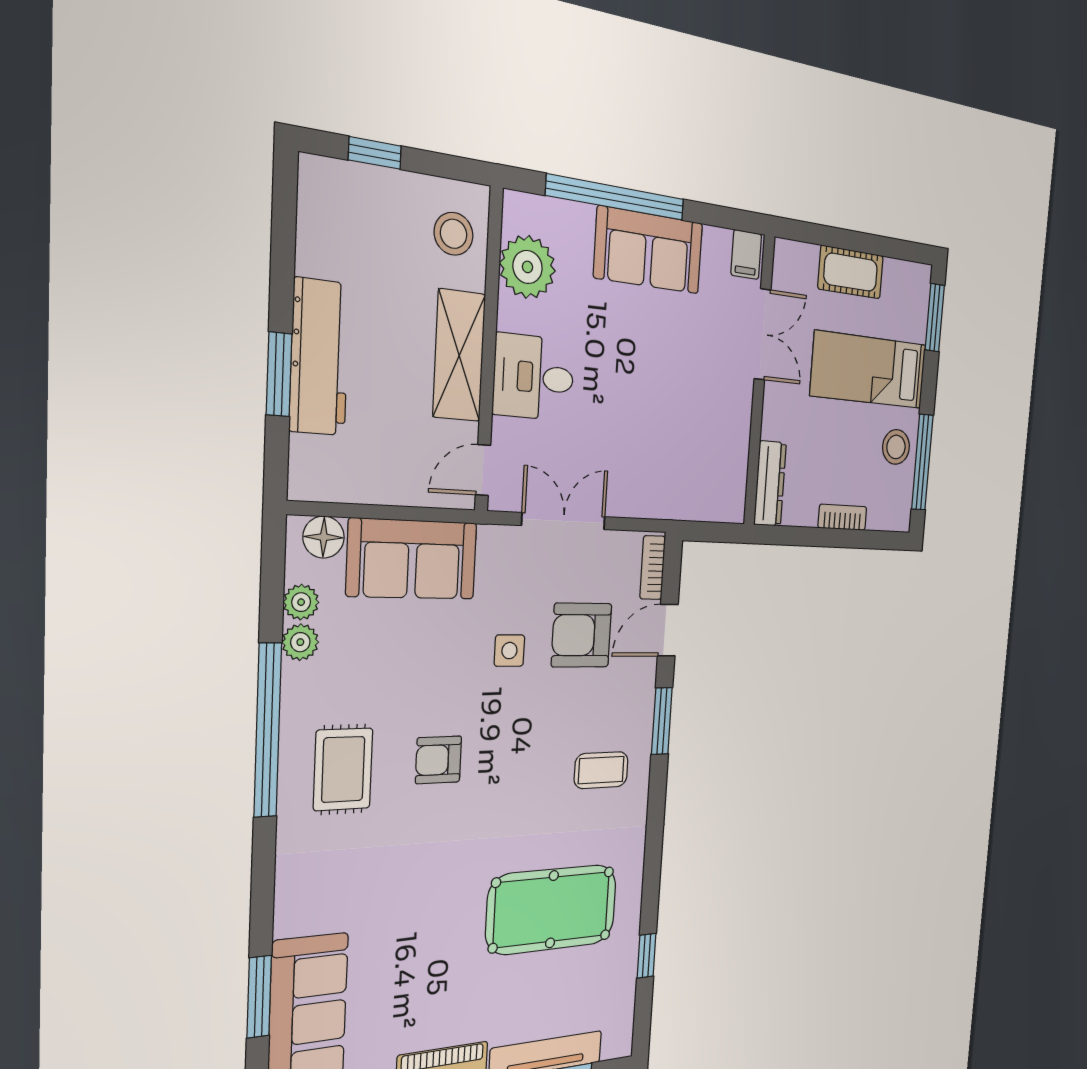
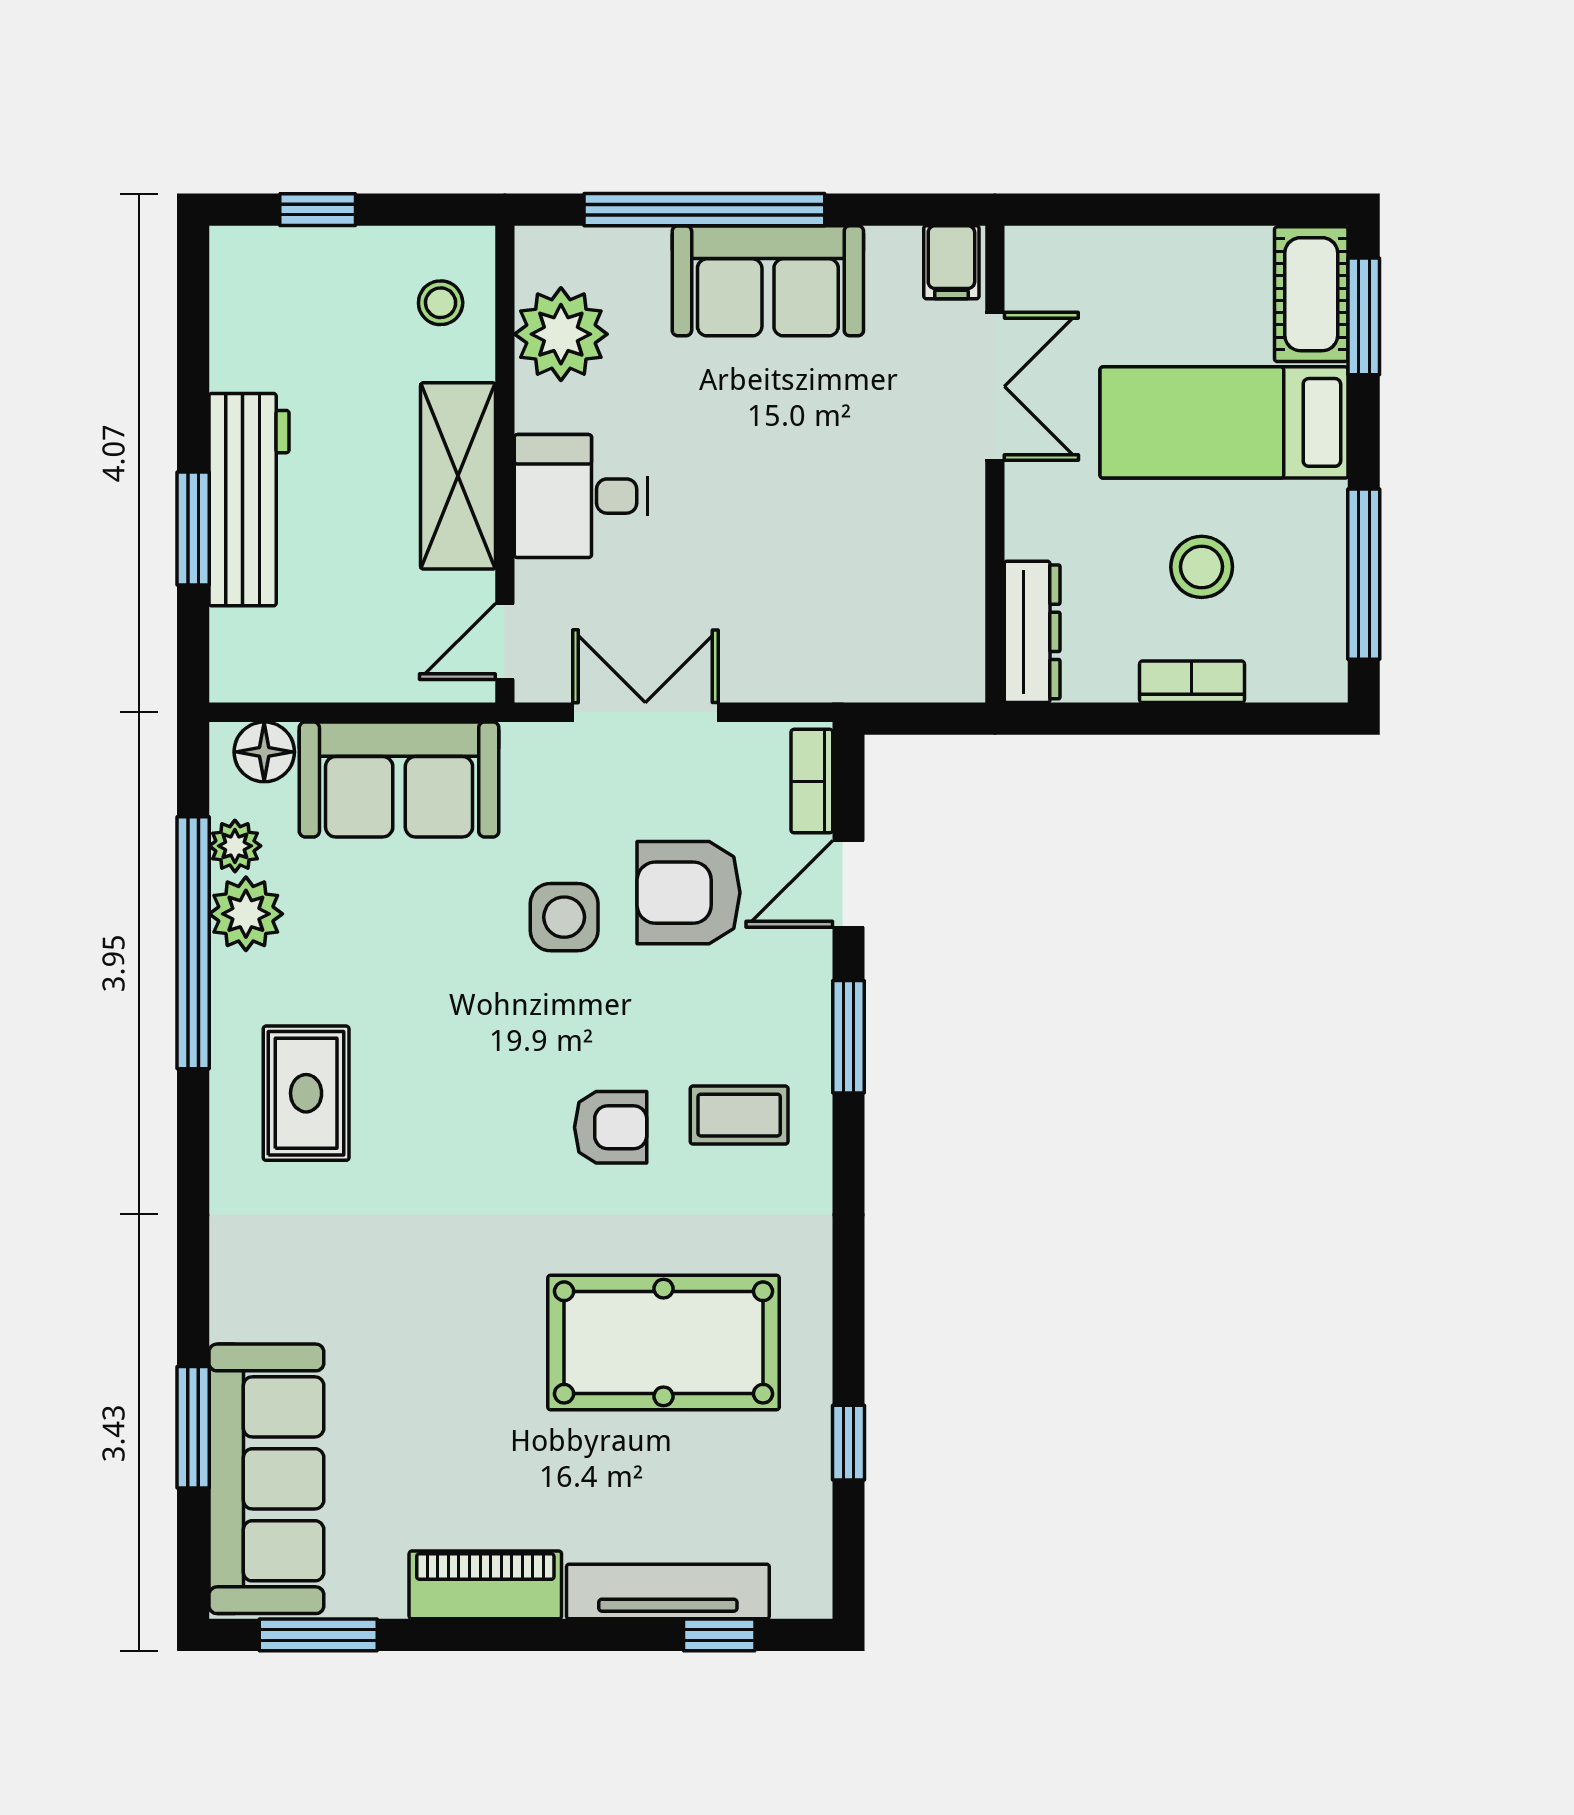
stool: (454, 234) -> (441, 303), width x0.73, depth x0.73
cot: (851, 272) -> (1311, 294), moved, turned 90
stool: (896, 447) -> (1202, 567), moved
plant: (300, 642) -> (246, 914), width x1.38, depth x1.38
side table: (509, 651) -> (564, 917), width x1.37, depth x1.37
window: (268, 730) -> (193, 943), moved
armchair: (439, 760) -> (611, 1127), moved, turned 180

